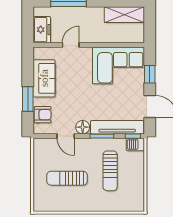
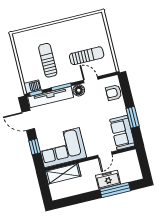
shelving: (124, 15) -> (63, 174), moved
freezer: (42, 30) -> (108, 180), moved, turned 90
sofa: (44, 78) -> (122, 133), moved
window: (28, 99) -> (133, 117), moved
sun lounger: (67, 178) -> (87, 56), moved

